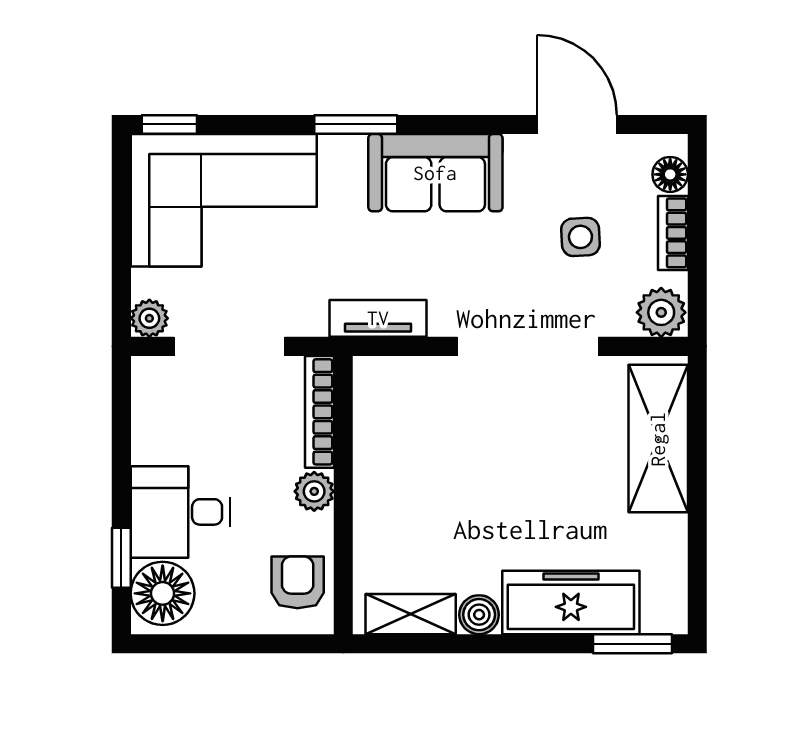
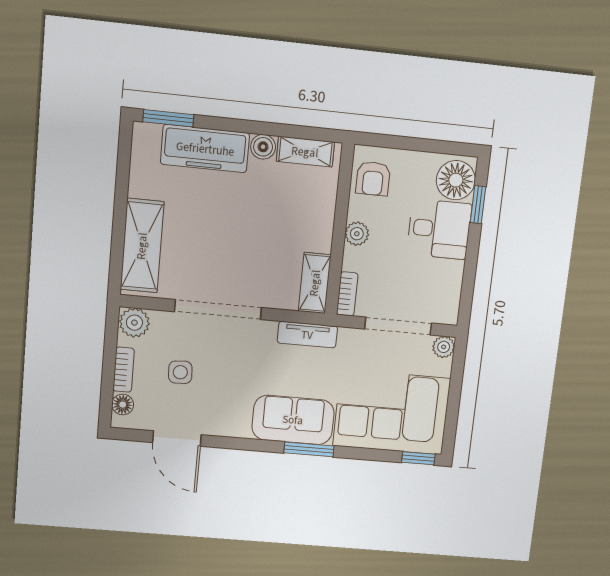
sofa: (435, 173) -> (293, 420), moved
shelving: (375, 405) -> (315, 283), added
bookcase: (319, 412) -> (347, 294), width x0.64

